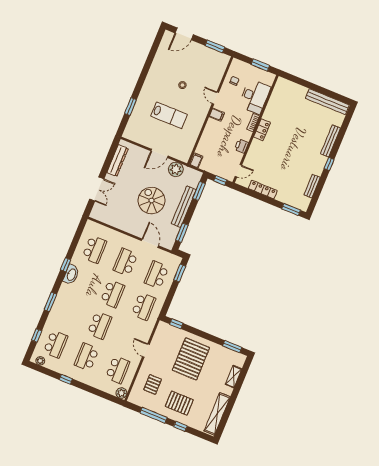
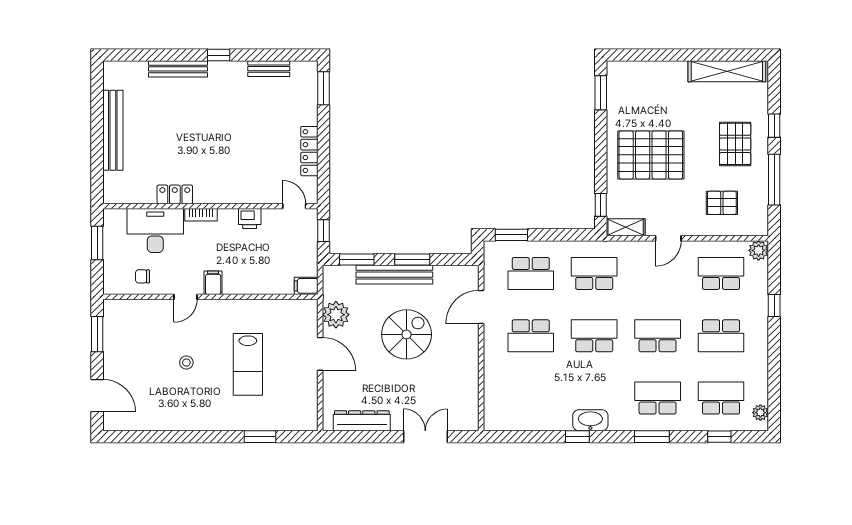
bench: (327, 102) -> (113, 130), moved
lab bench: (169, 115) -> (248, 364), turned 180
locker: (262, 130) -> (175, 194), moved
spiral stairs: (152, 200) -> (407, 334), turned 180
window: (182, 233) -> (412, 259), moved
school desk: (94, 249) -> (658, 398), moved
shelving: (234, 377) -> (626, 227), moved
window: (66, 379) -> (774, 305), moved

